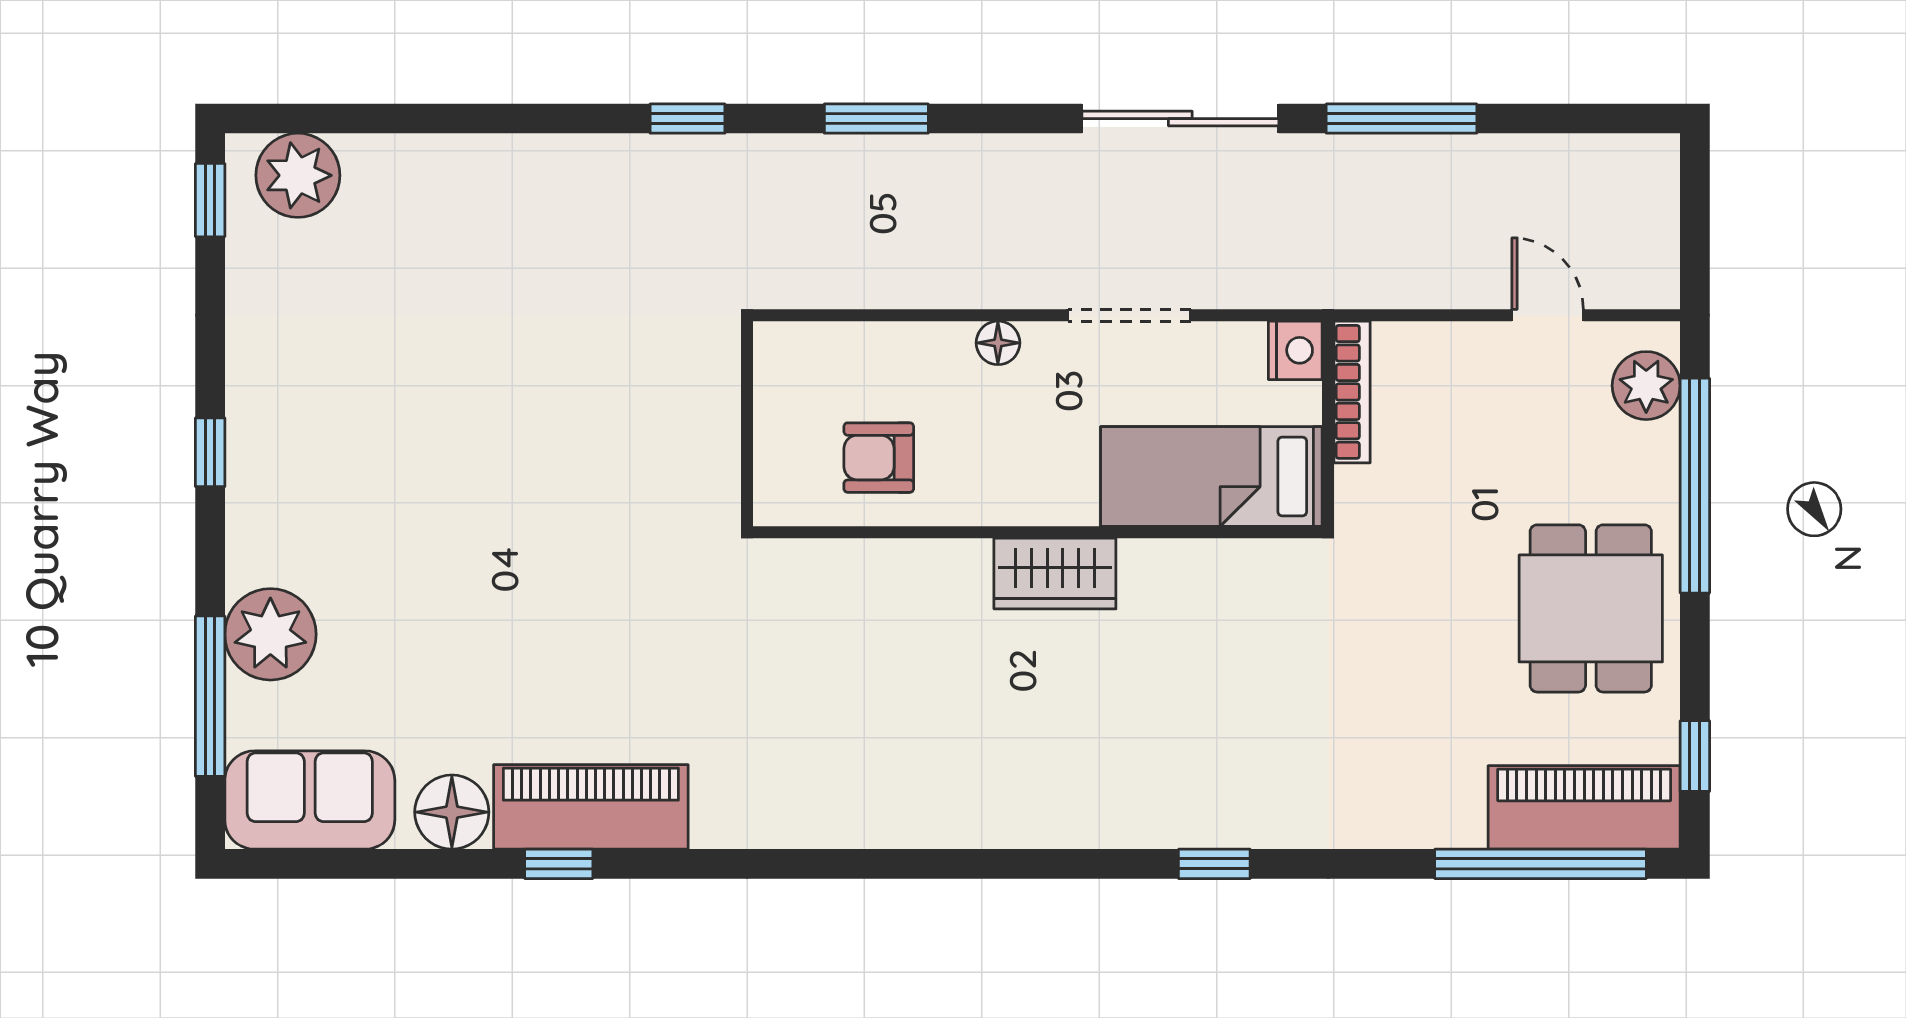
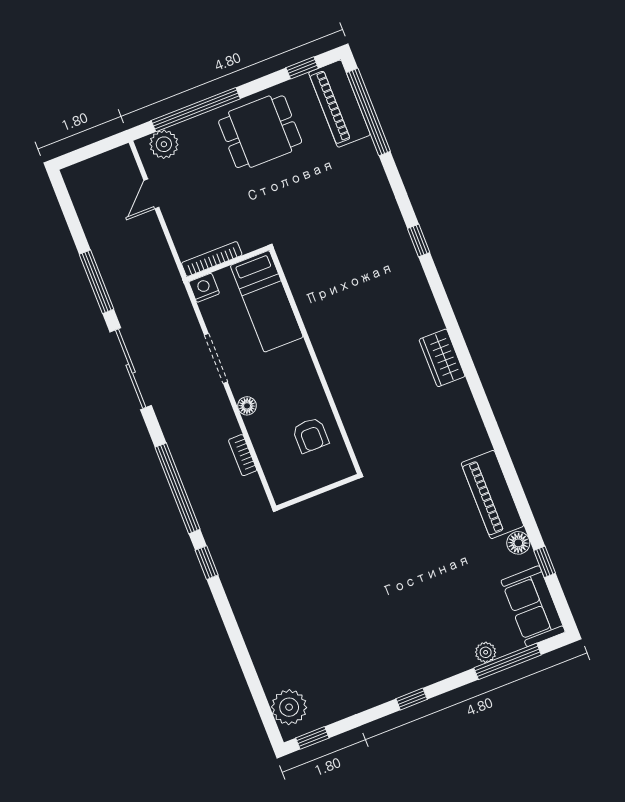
window: (876, 119) -> (178, 488), width x2.11
bookcase: (893, 291) -> (243, 455), added
wardrobe: (1055, 574) -> (442, 358), moved, turned 180
plant: (270, 634) -> (486, 652), width x0.53, depth x0.53
floor lamp: (452, 812) -> (518, 543), width x0.73, depth x0.73
window: (559, 864) -> (545, 562), moved

